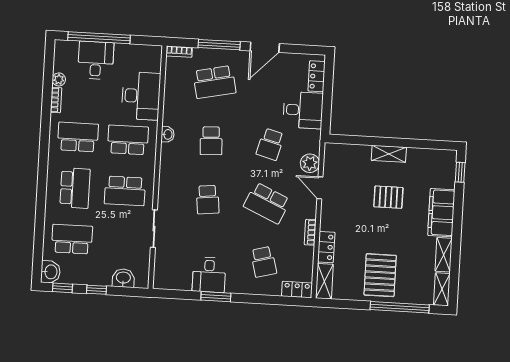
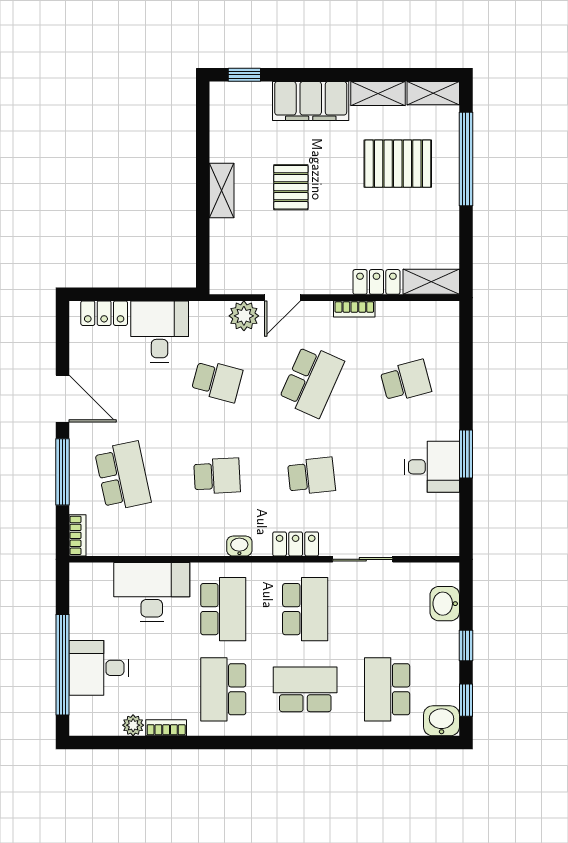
washbasin: (168, 134) -> (239, 546), moved
school desk: (128, 140) -> (223, 609), turned 180
pallet: (380, 275) -> (398, 164), moved
locker: (297, 290) -> (296, 544), moved, turned 90

